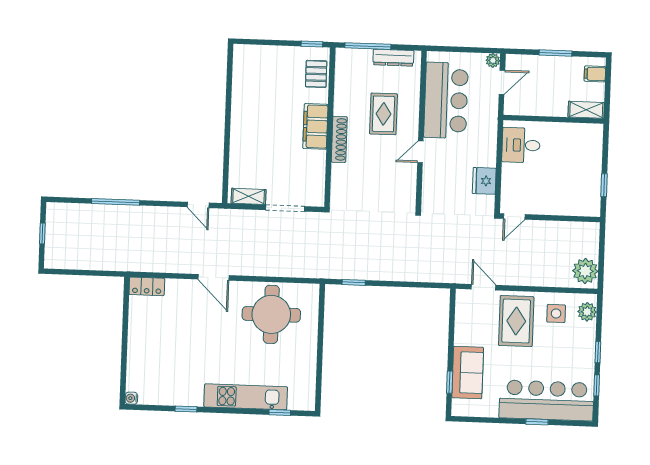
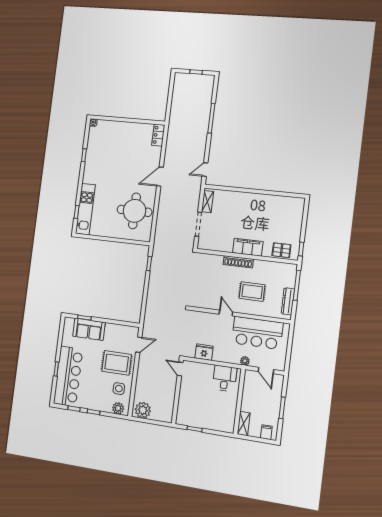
plant: (493, 60) -> (245, 361), moved
kitchen unit: (246, 397) -> (85, 209), moved

